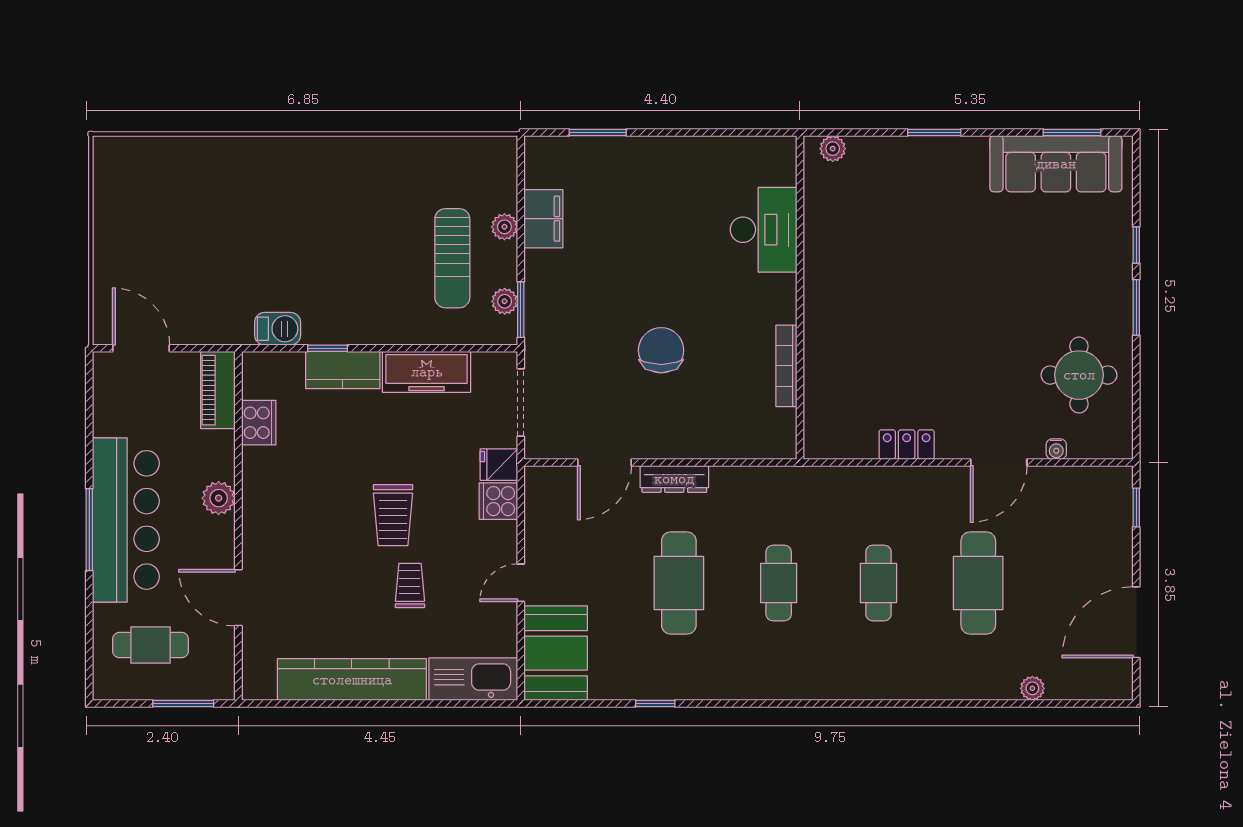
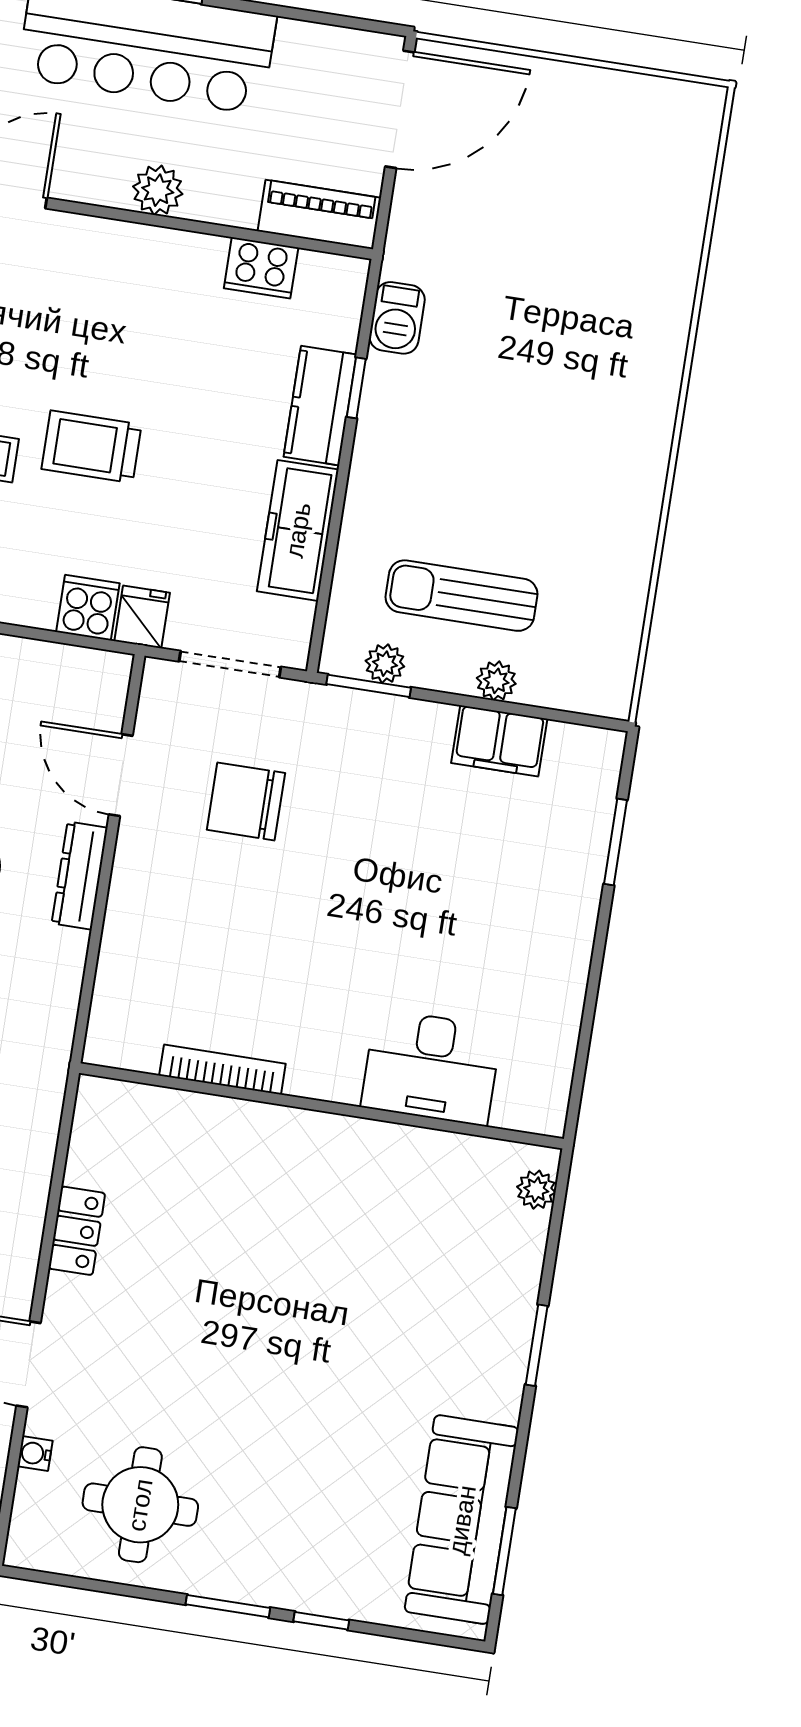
door: (141, 348) -> (400, 109), width x1.36
chair: (661, 350) -> (246, 801), moved, turned 180

